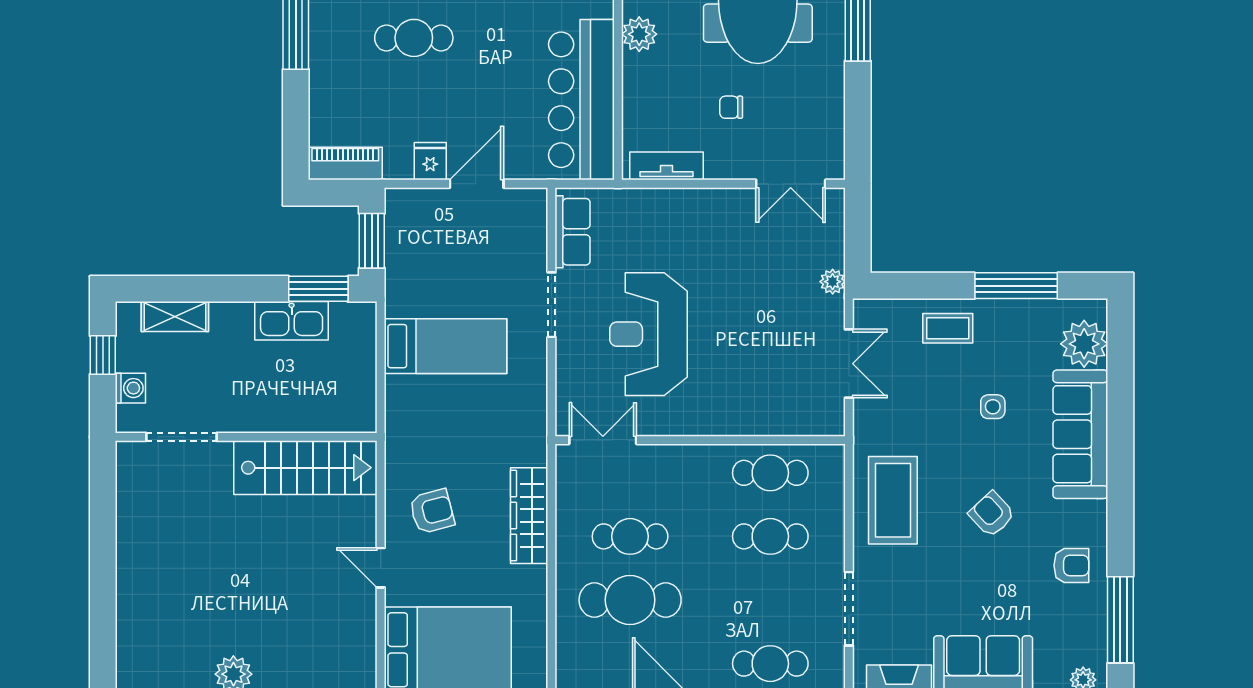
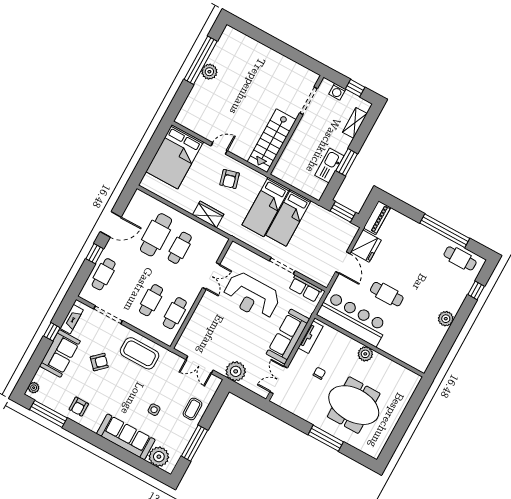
cafe table: (414, 38) -> (387, 294), moved, turned 90
fridge: (430, 161) -> (366, 246), width x1.88, depth x1.34
sofa: (691, 213) -> (288, 337), added
plant: (833, 282) -> (236, 371), width x1.88, depth x1.88
window: (318, 289) -> (347, 162), moved
reception desk: (648, 334) -> (251, 296), turned 180
bed: (449, 405) -> (266, 207), added
double door: (603, 440) -> (211, 276), moved
armchair: (992, 514) -> (99, 362), moved
wardrobe: (529, 516) -> (208, 214), width x0.67

